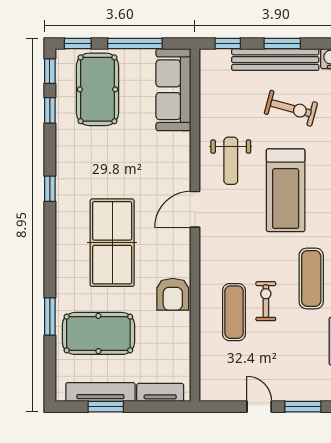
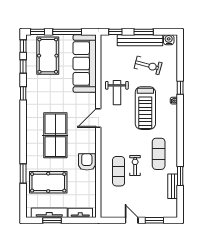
sofa: (173, 90) -> (85, 63), width x1.36, depth x1.27
window: (50, 189) -> (23, 93), moved
armchair: (173, 294) -> (87, 162), turned 180

